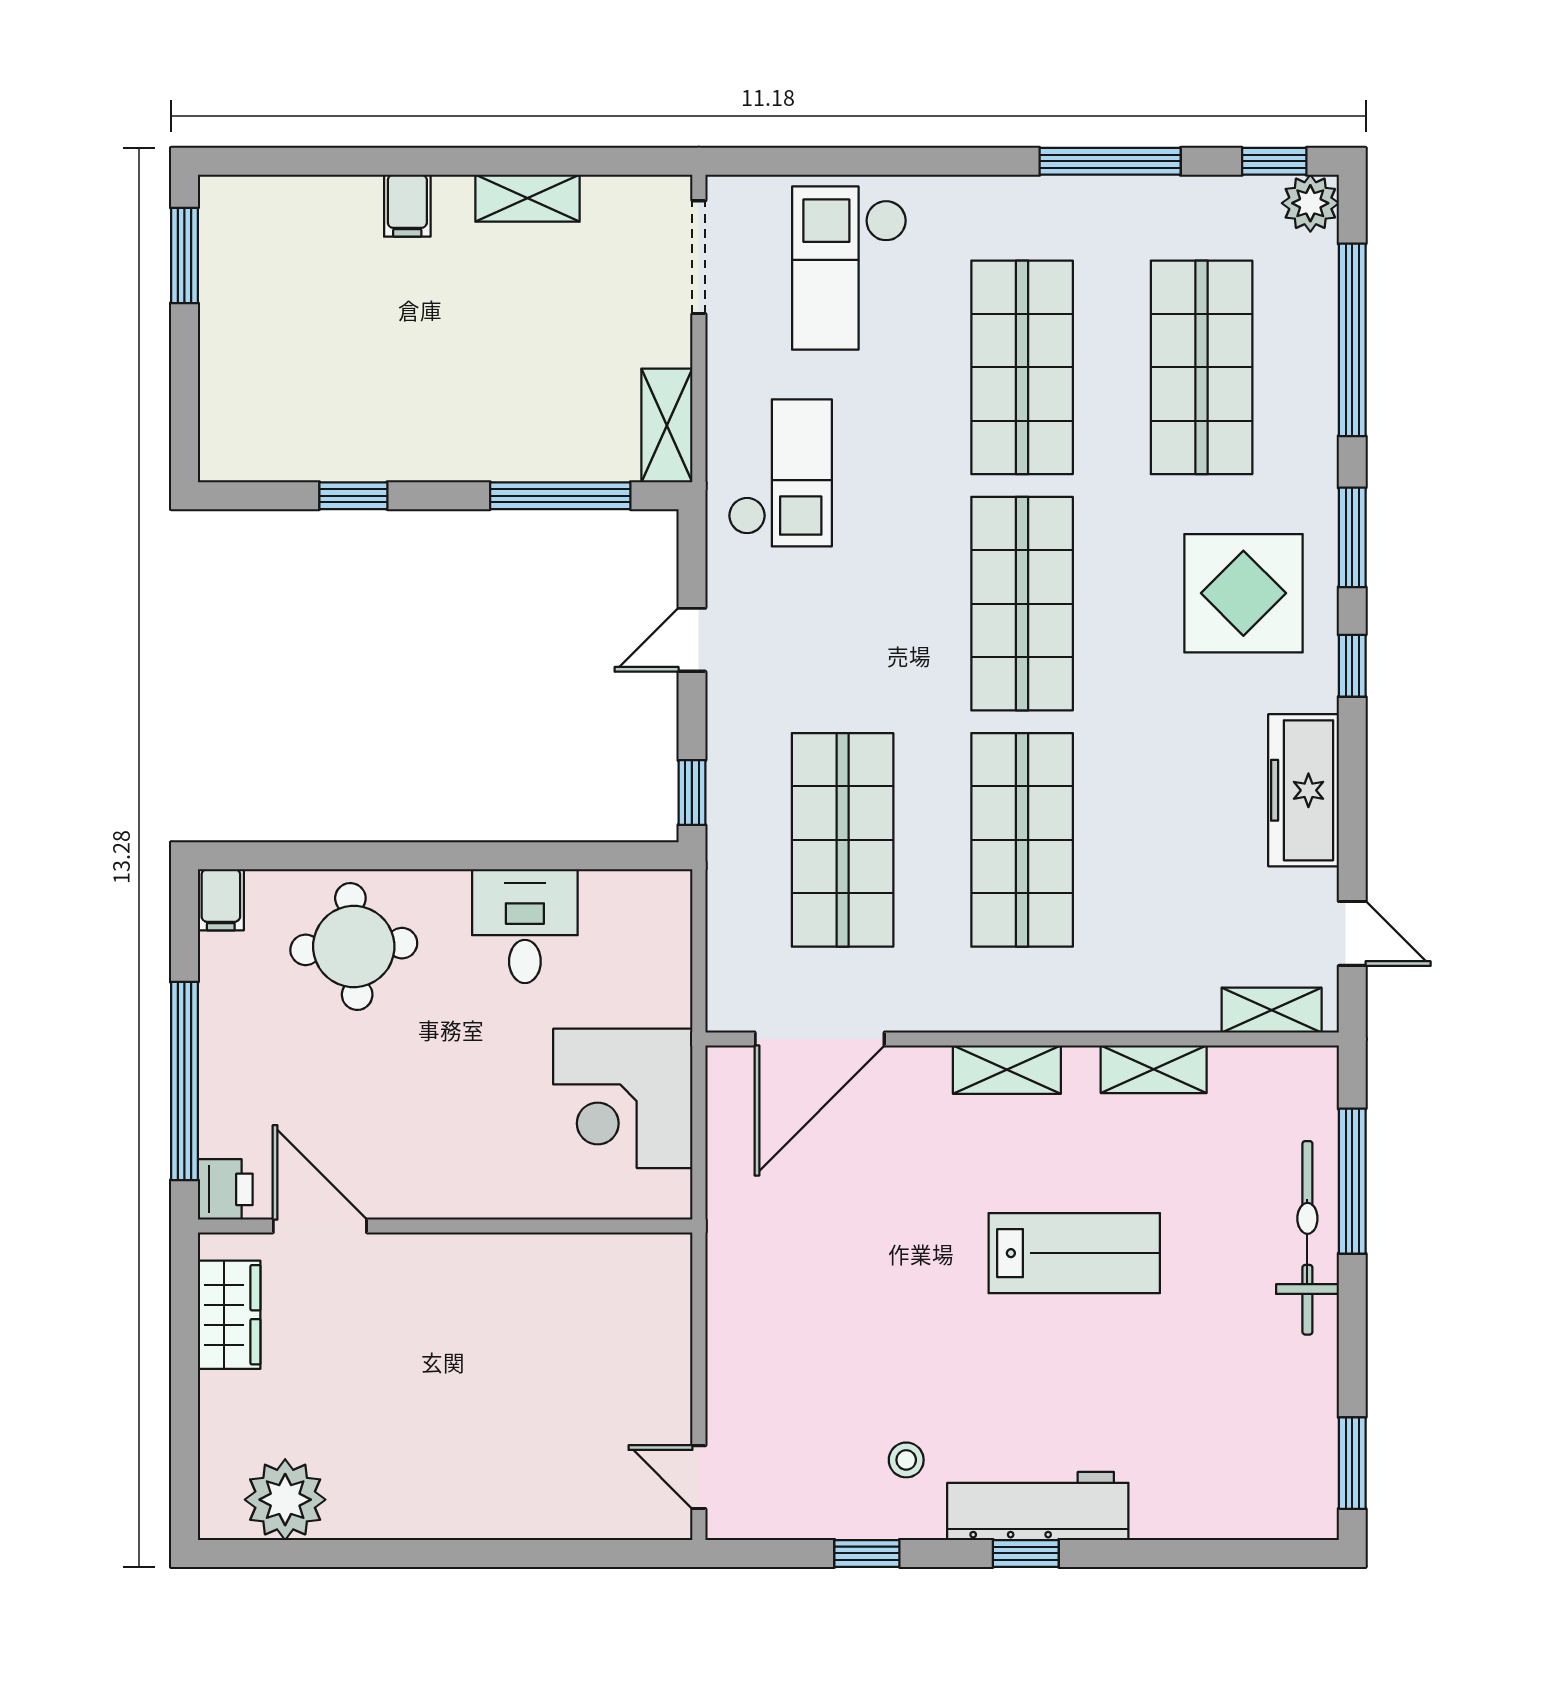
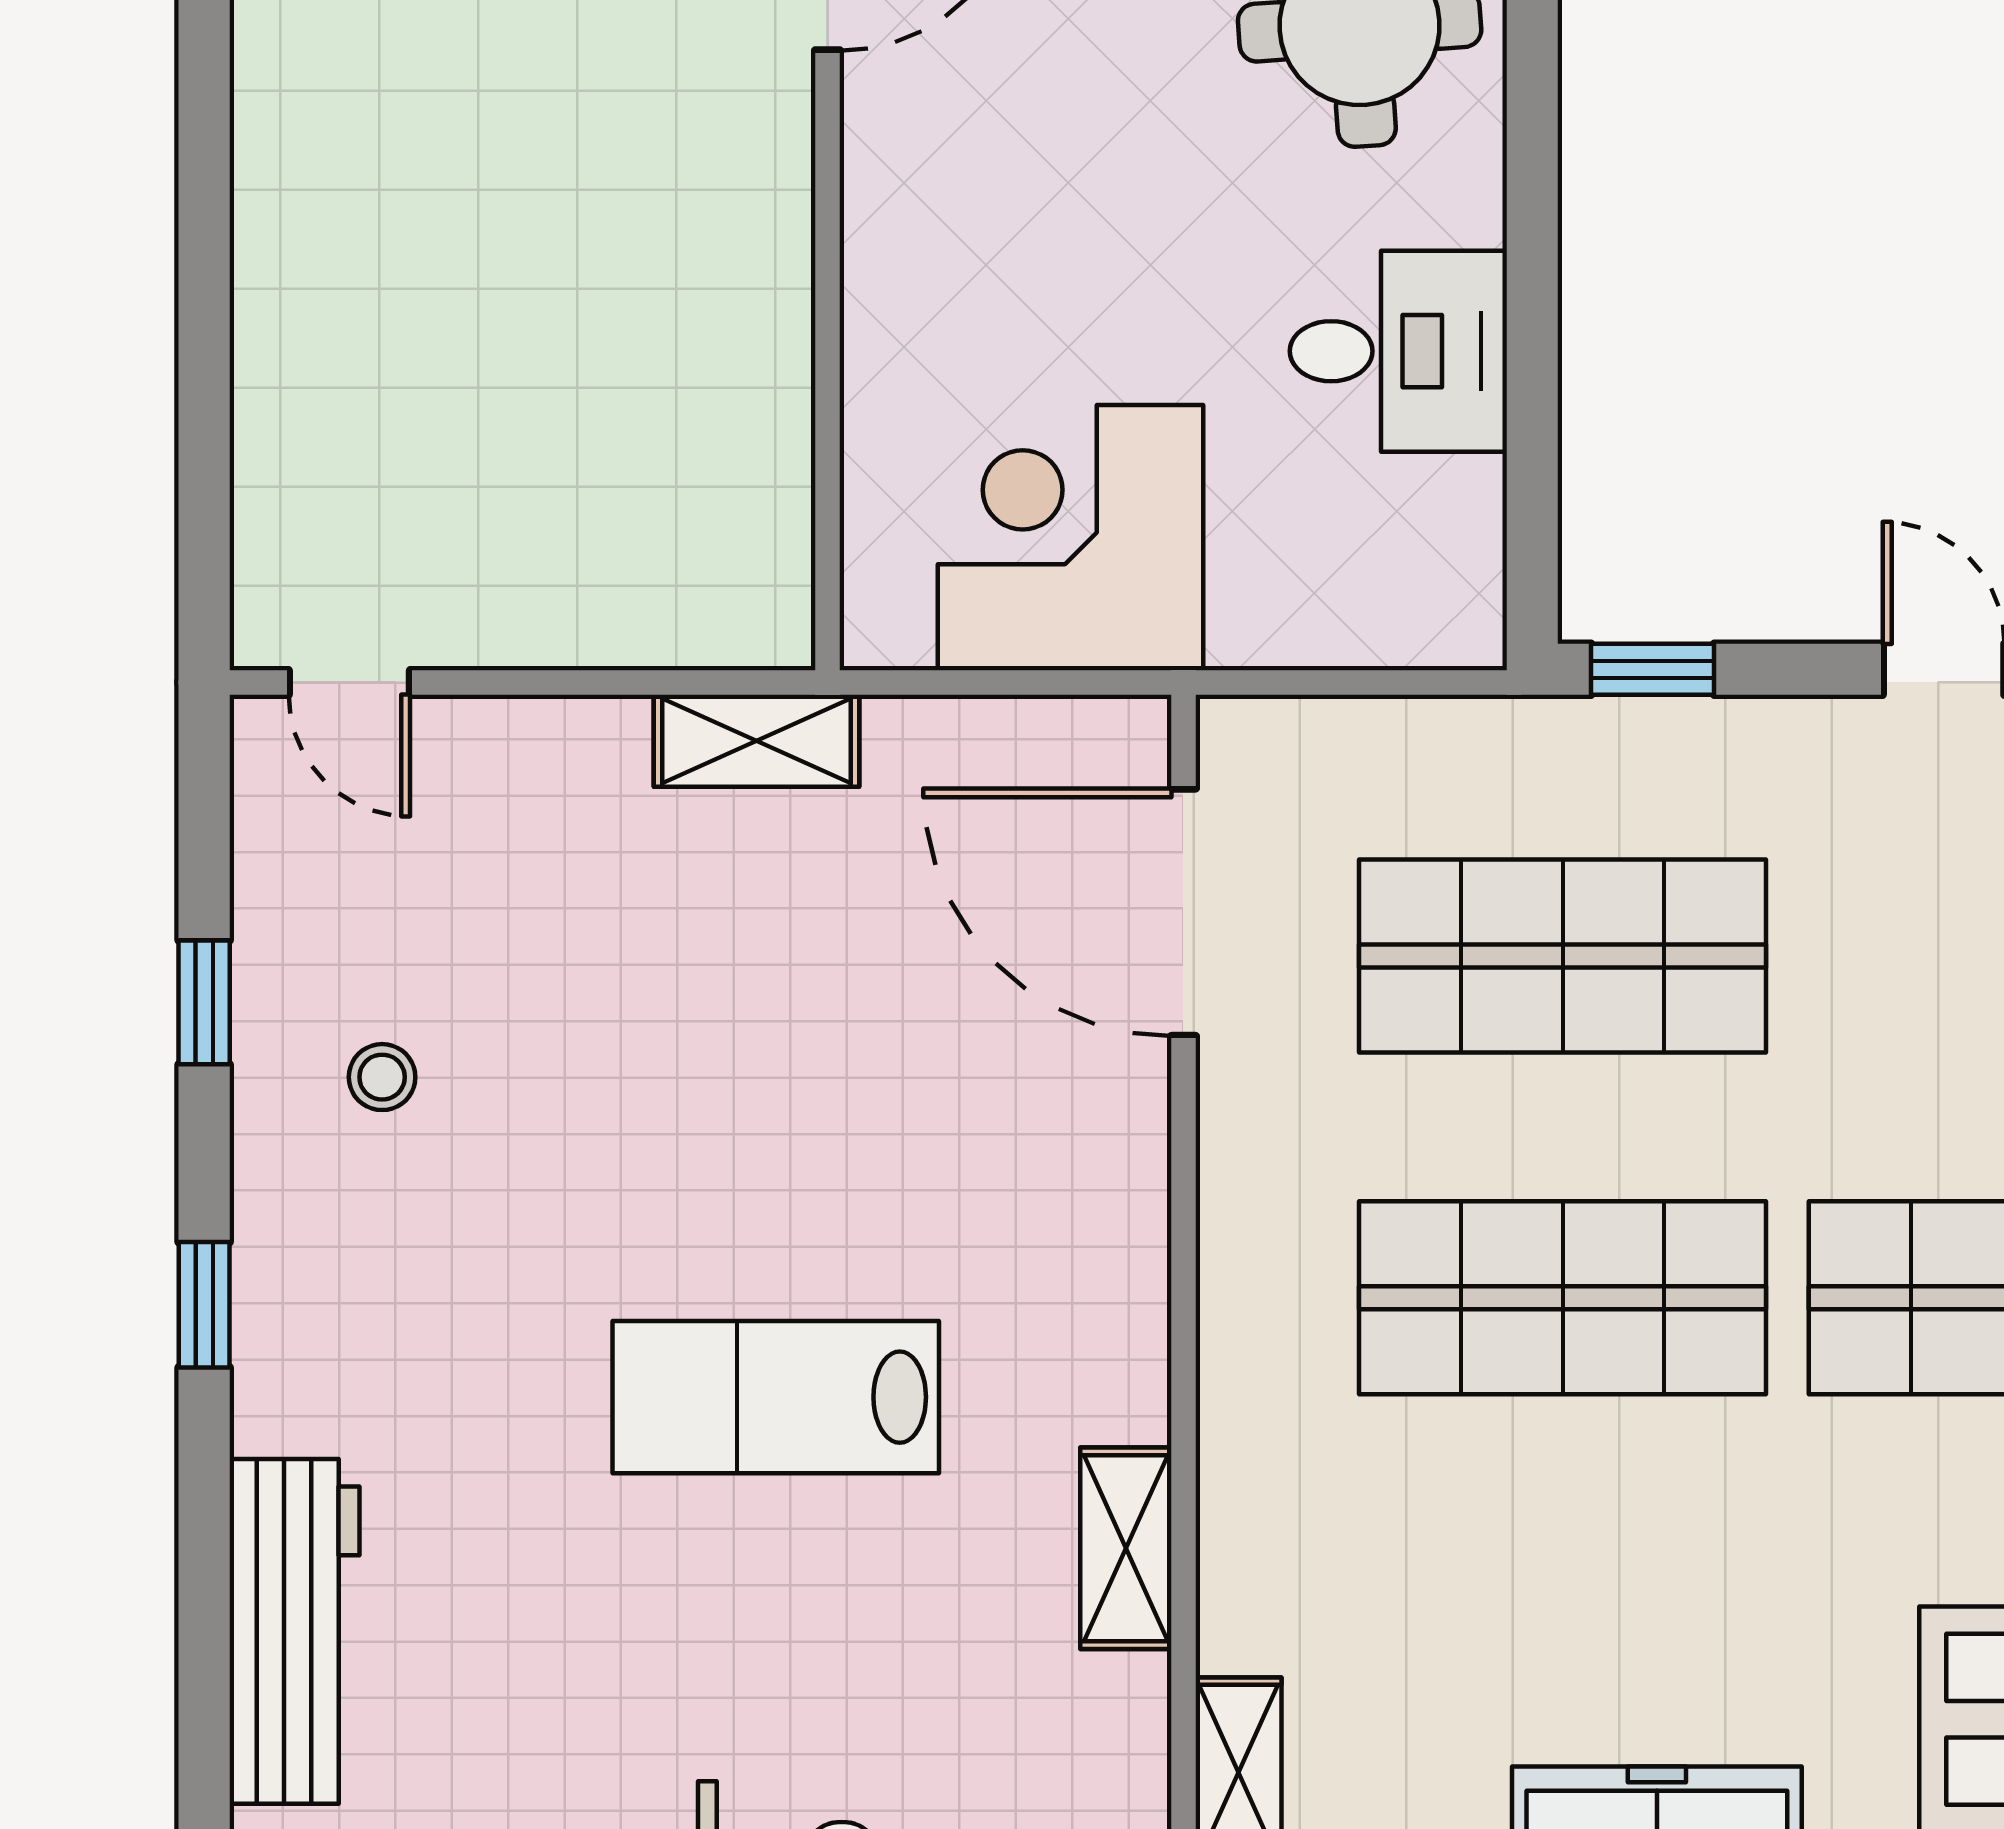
shelving: (1007, 1070) -> (757, 741), moved, turned 90
lab bench: (1074, 1253) -> (776, 1397), turned 90
door: (699, 1477) -> (349, 682), swing flipped
workbench: (1038, 1506) -> (294, 1631), moved

